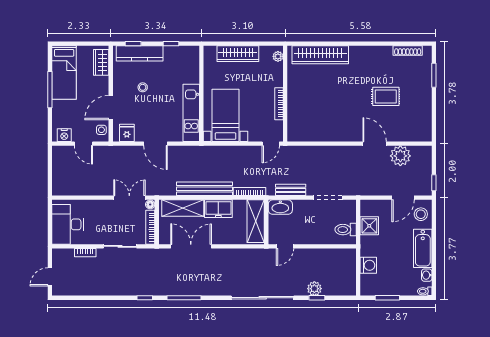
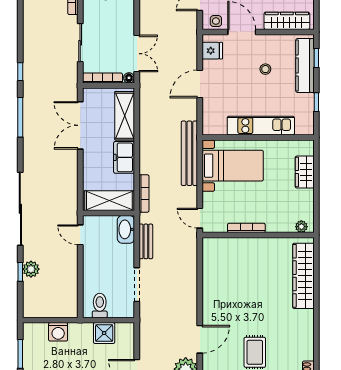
wardrobe: (238, 54) -> (305, 172), width x0.67
wardrobe: (101, 62) -> (287, 21), width x1.50
kitchen unit: (191, 113) -> (261, 126), moved
bench: (204, 189) -> (189, 153), moved
double door: (191, 246) -> (80, 125), swing flipped

